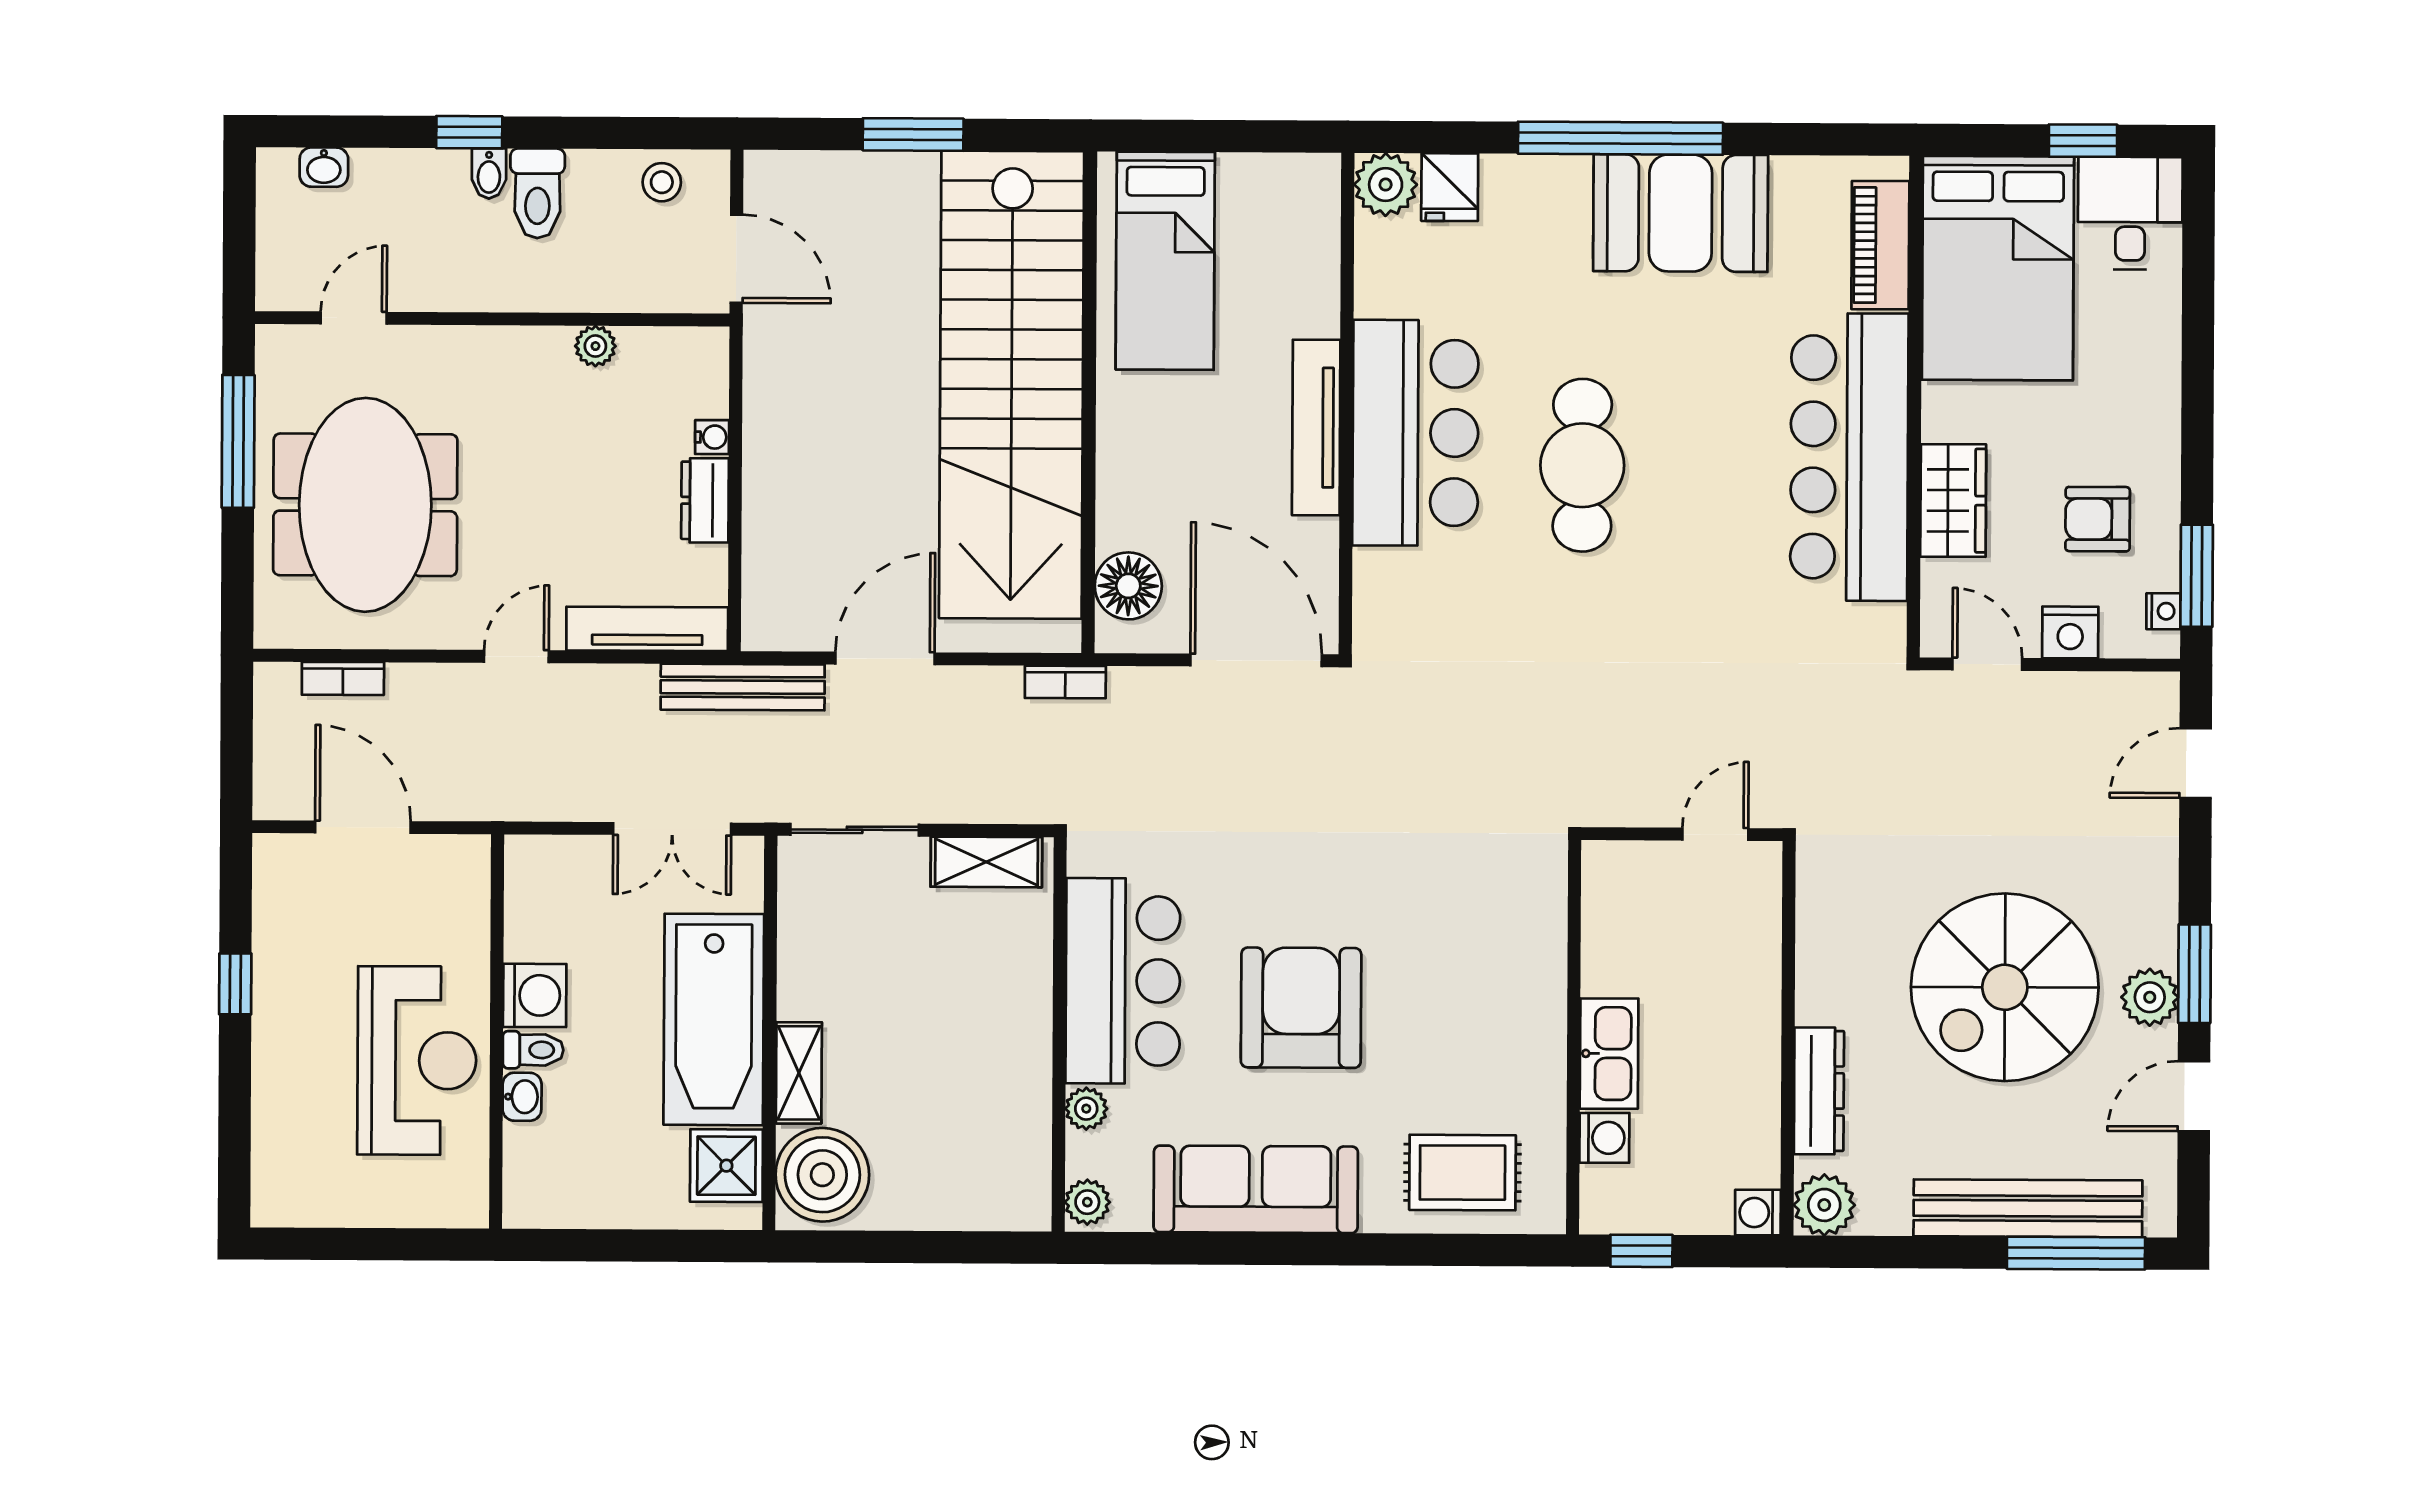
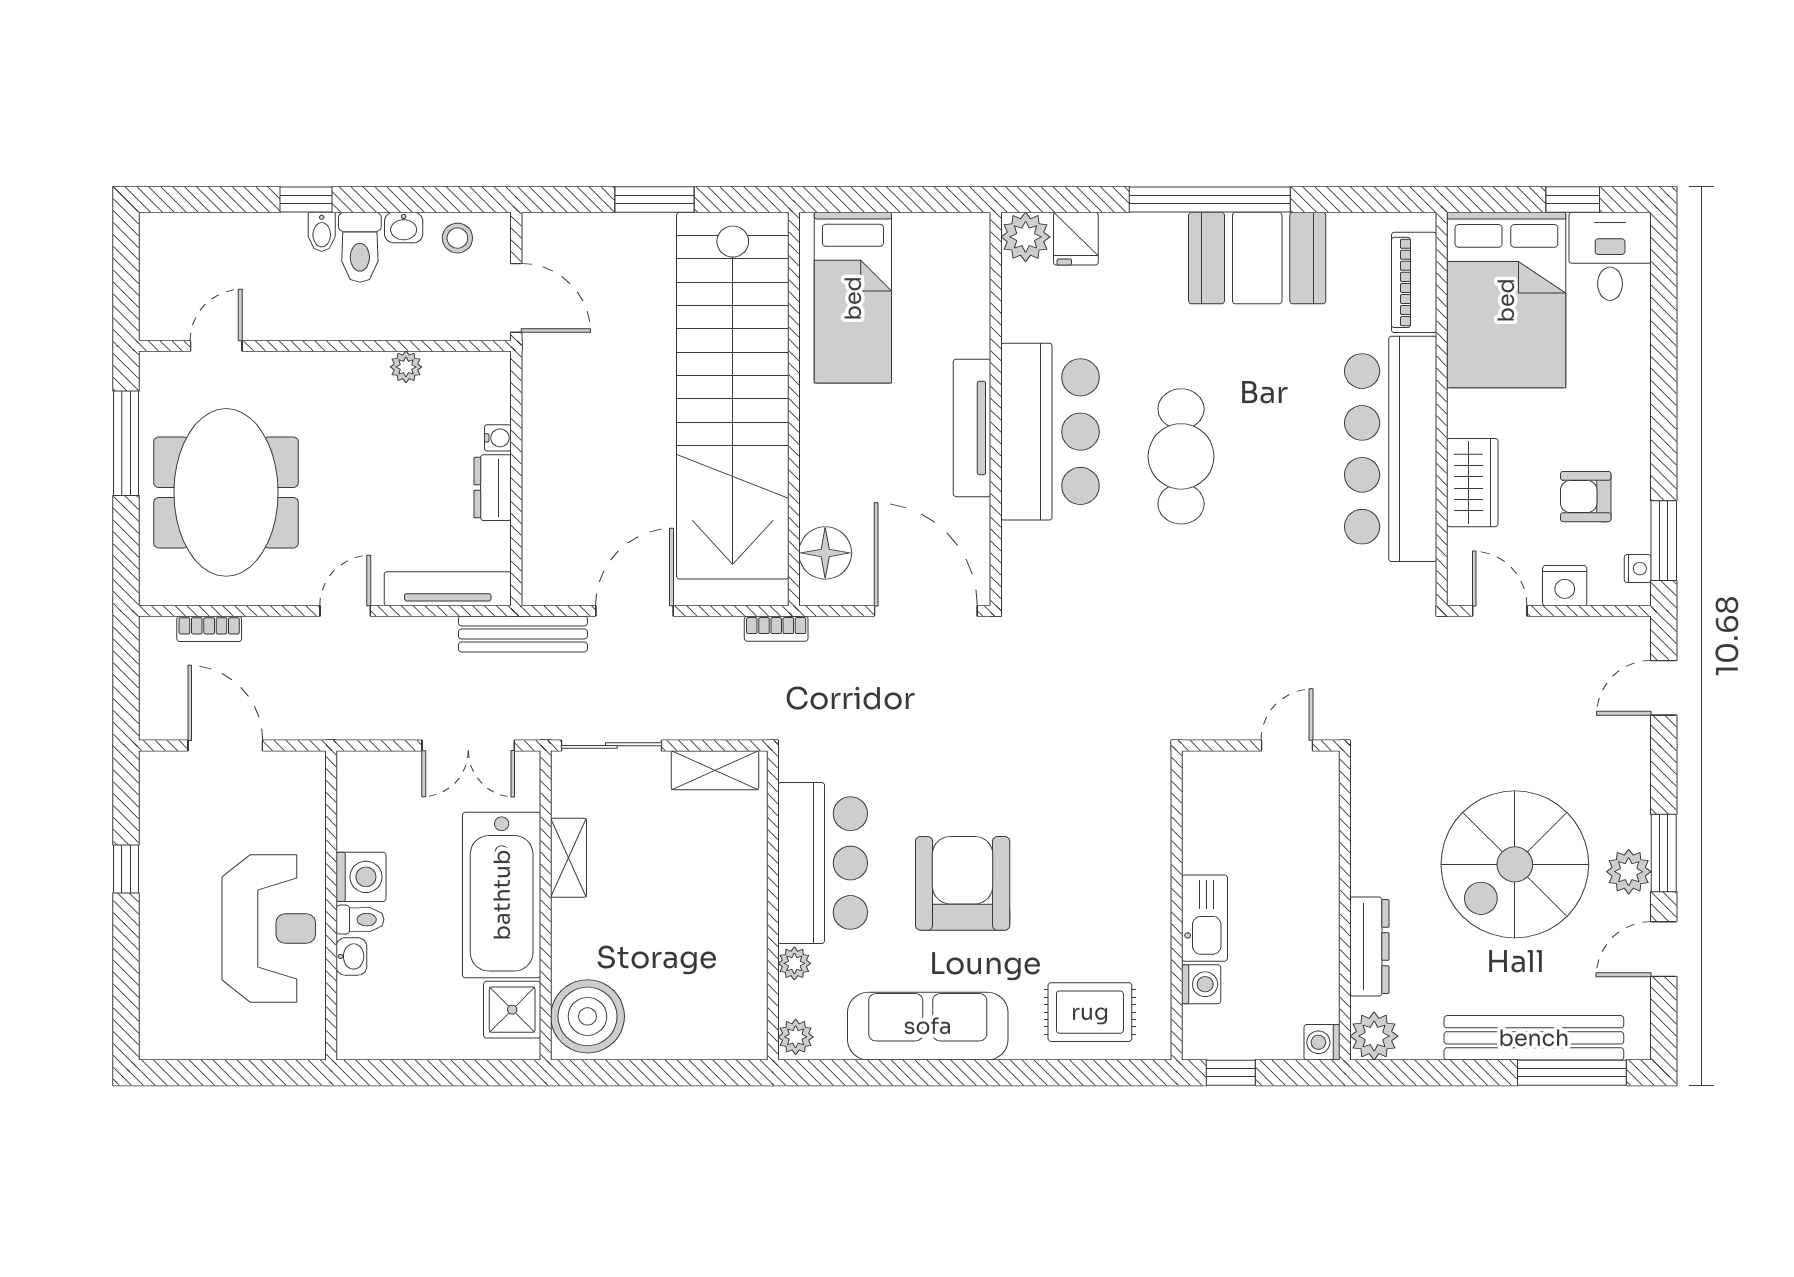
washbasin: (324, 167) -> (404, 228), moved
shelving: (799, 1073) -> (569, 858), moved

